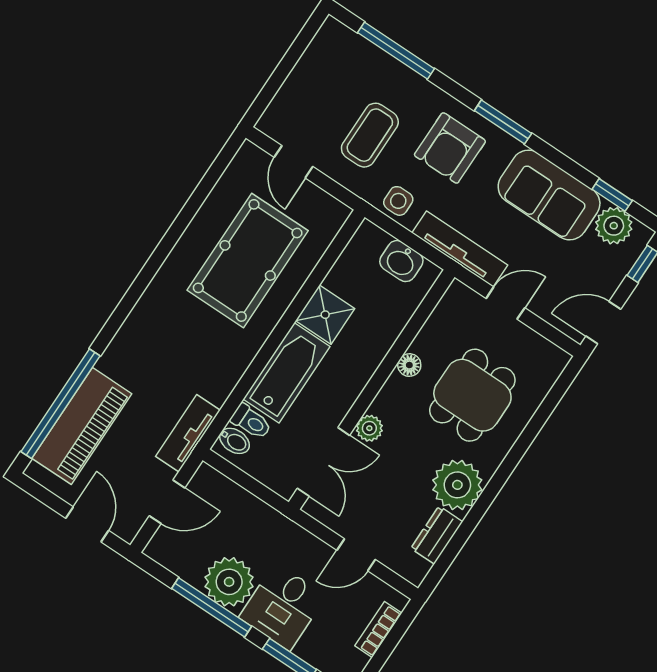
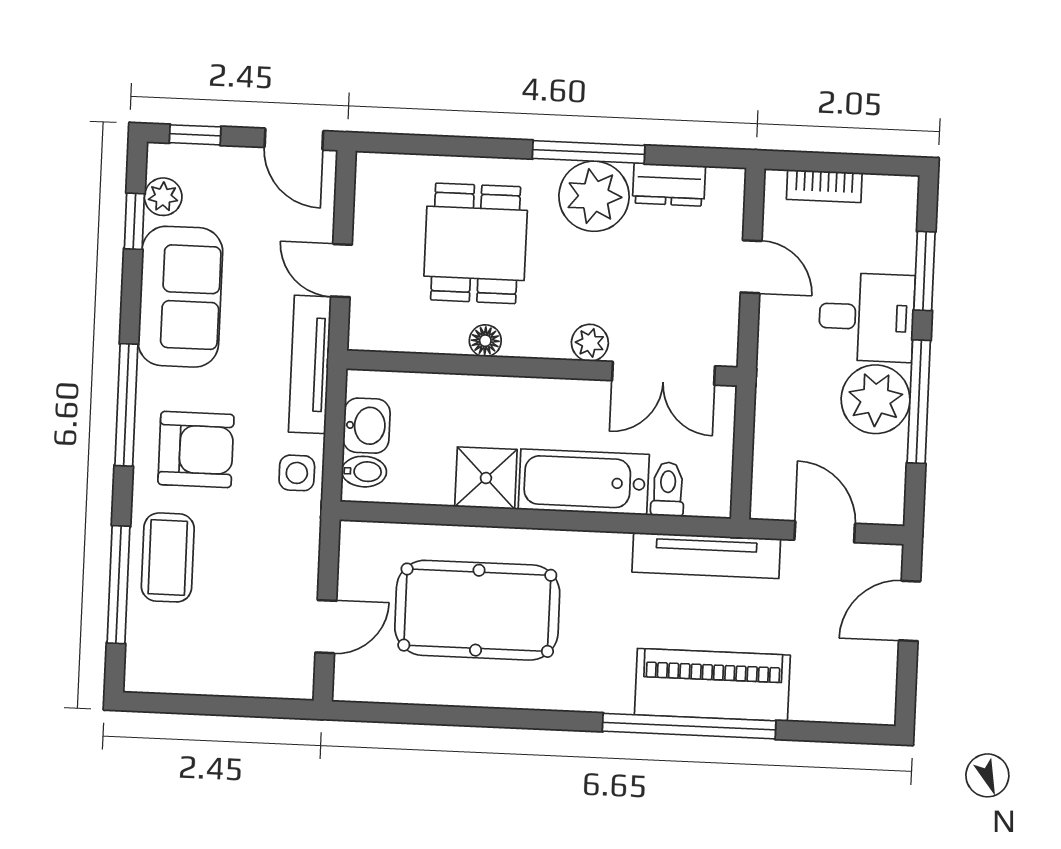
window: (503, 122) -> (126, 405), width x1.44
coffee table: (370, 135) -> (168, 557), moved, turned 90
plant: (614, 226) -> (163, 197), width x0.73, depth x0.73
dining table: (472, 395) -> (476, 243), turned 90
window: (61, 404) -> (689, 726), moved
piano: (82, 426) -> (712, 685), moved
tv unit: (188, 433) -> (706, 555), width x1.41
bidet: (235, 441) -> (364, 472), moved, turned 90
double door: (323, 462) -> (664, 373), swing flipped
window: (486, 498) -> (589, 152), added

